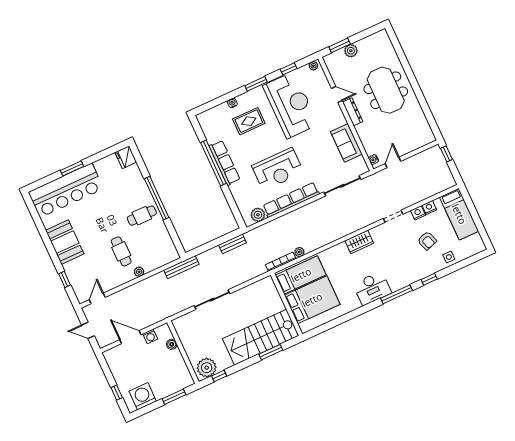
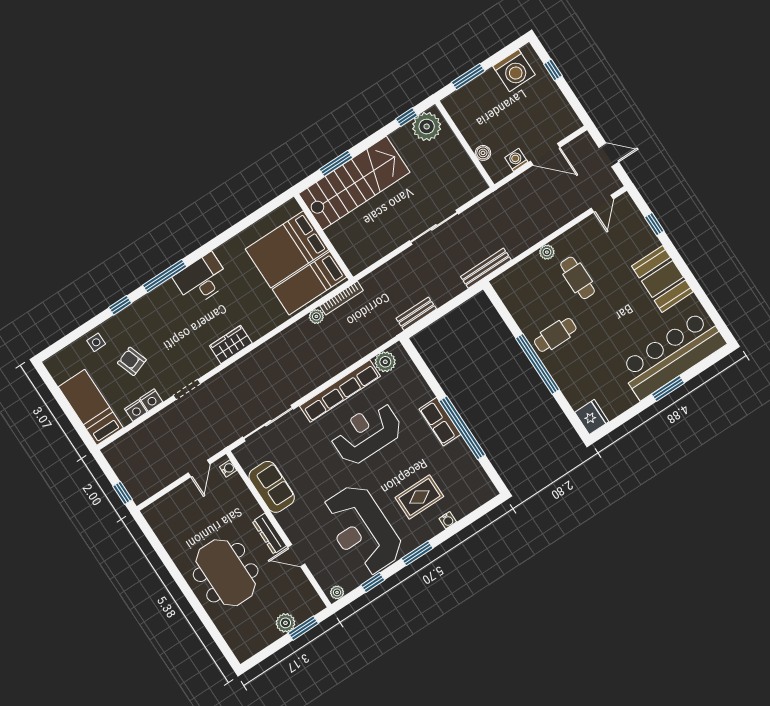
row of seats: (225, 163) -> (440, 422), width x0.68

